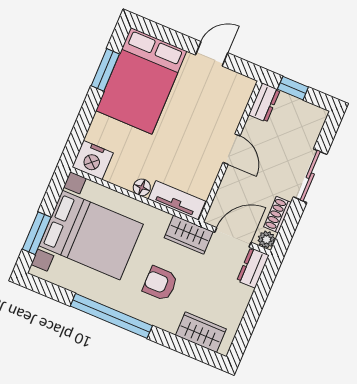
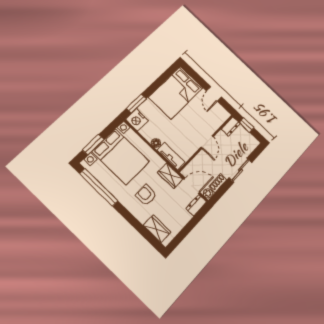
door: (212, 54) -> (214, 94), swing flipped
window: (105, 70) -> (136, 104), moved
window: (111, 316) -> (99, 187), moved

